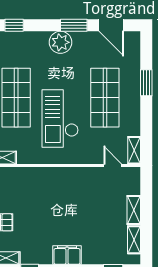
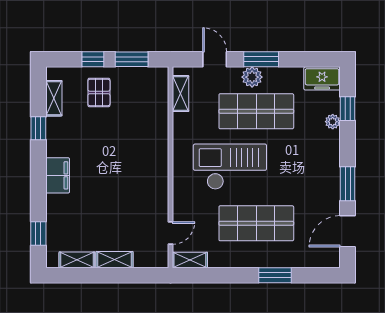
plant: (60, 42) -> (333, 122), moved, width x0.53, depth x0.53

